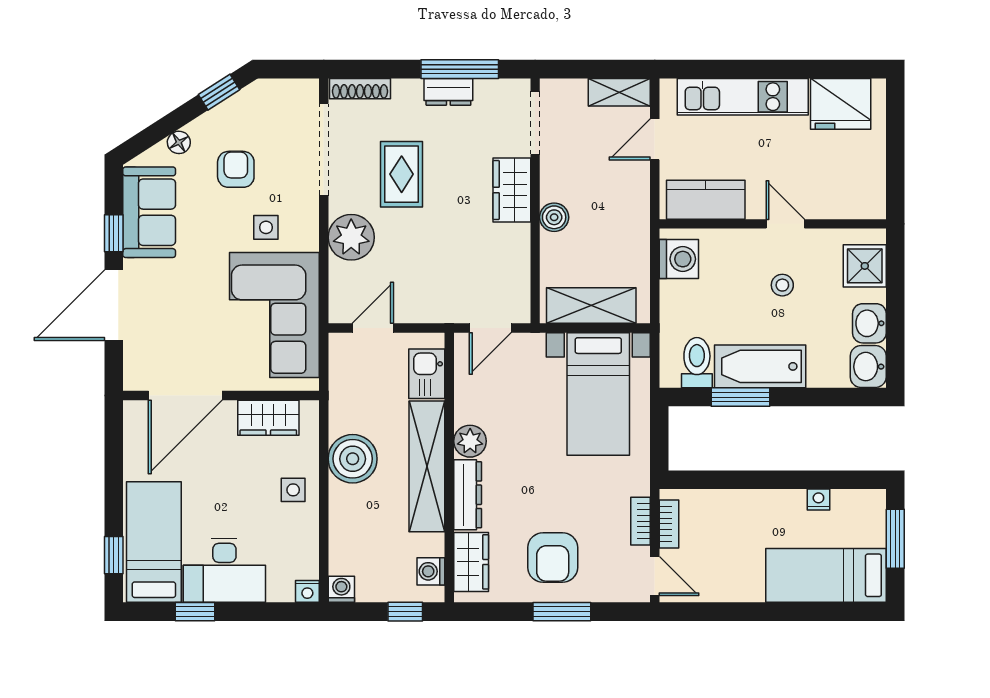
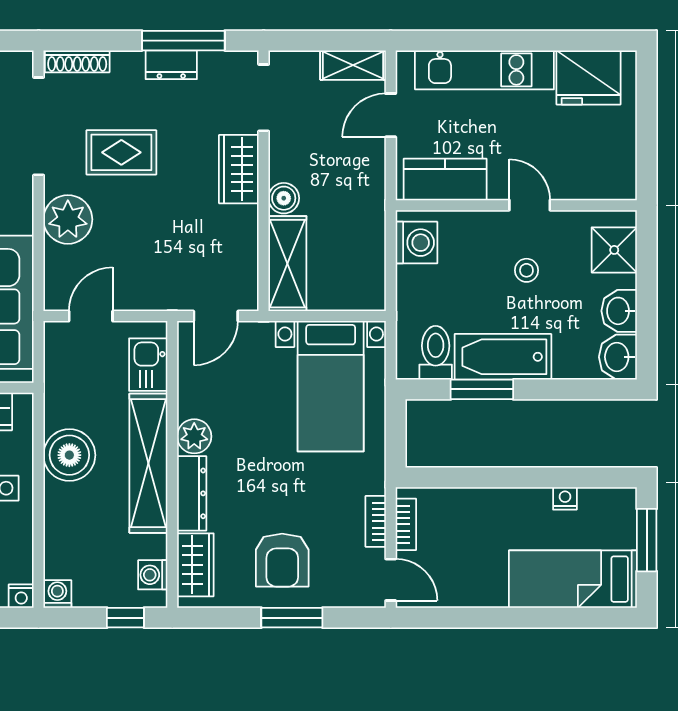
rug: (402, 174) -> (121, 152), turned 90
shelving: (591, 306) -> (287, 264), moved, turned 90

